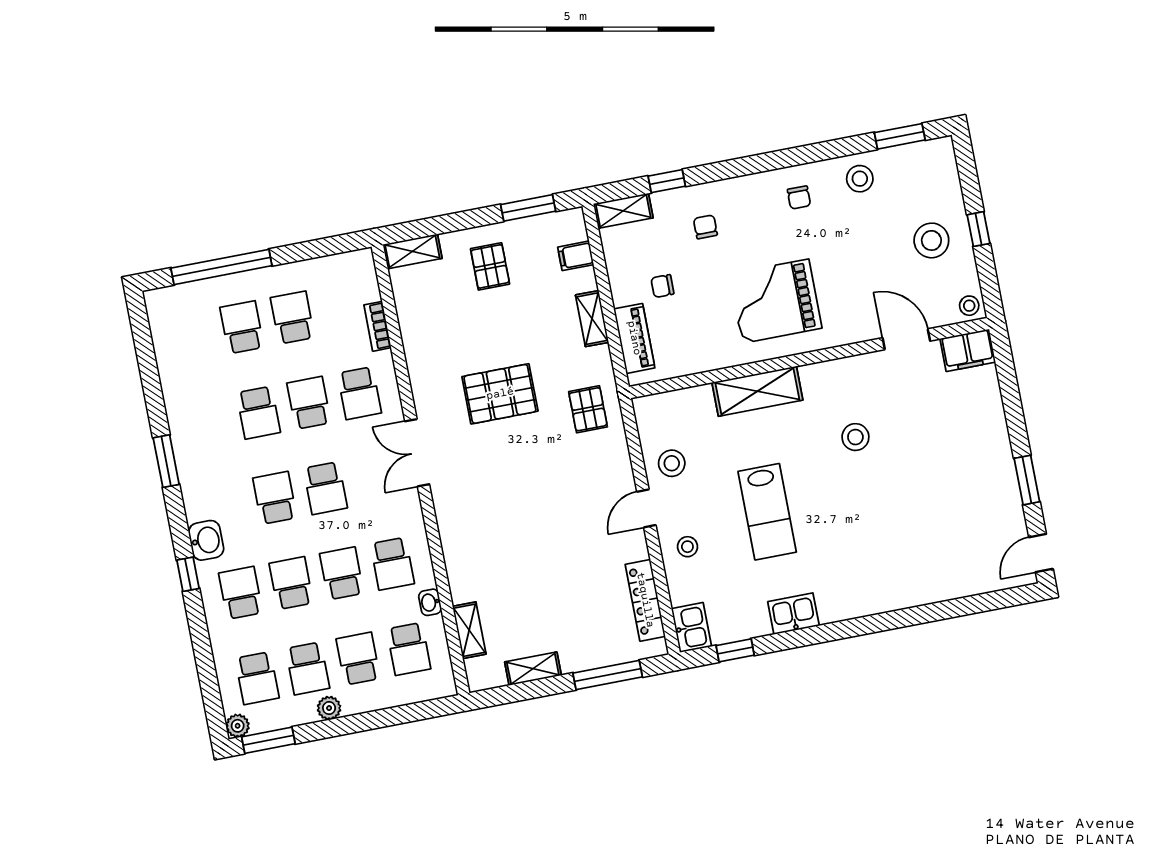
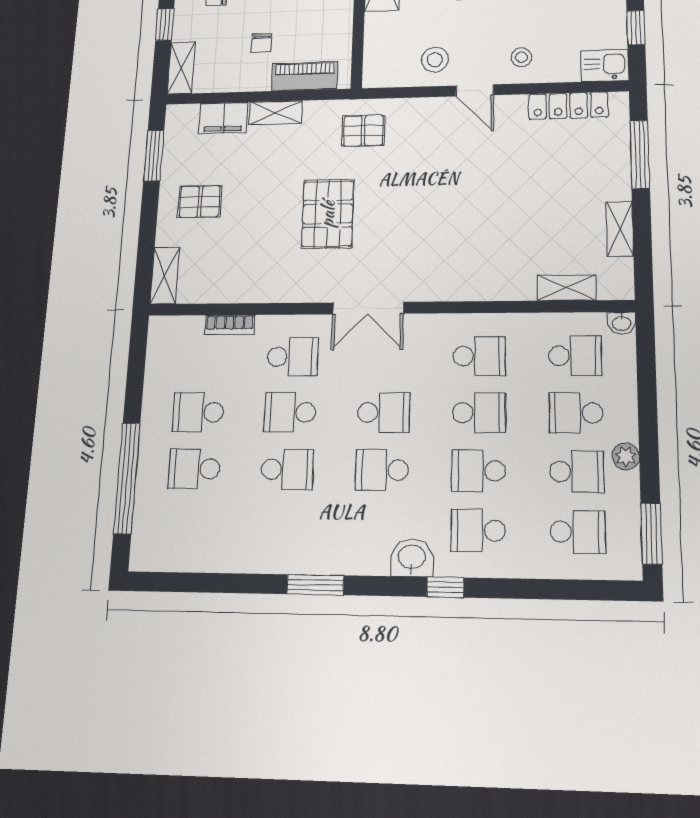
filing cabinet: (576, 256) -> (223, 118), width x2.00
school desk: (342, 573) -> (479, 413), turned 180
washbasin: (430, 602) -> (622, 323), moved
plant: (238, 726) -> (629, 566), removed

